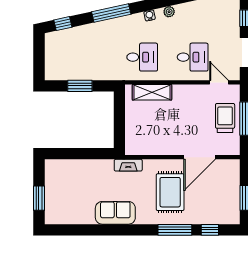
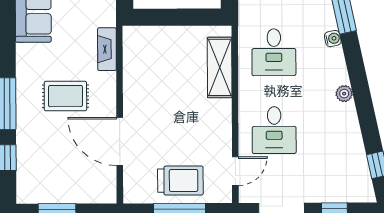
water cooler: (150, 15) -> (333, 39), moved
fireplace: (128, 165) -> (107, 49), moved
rug: (170, 192) -> (65, 96), width x0.73, depth x0.70

